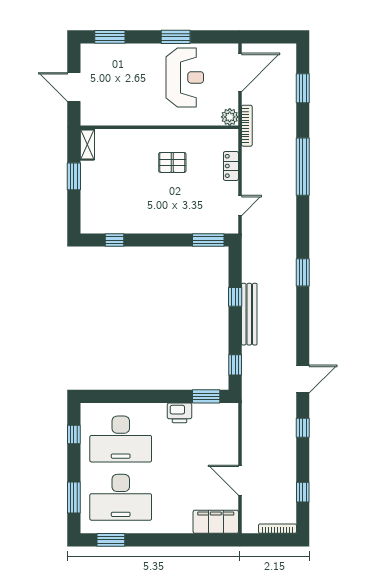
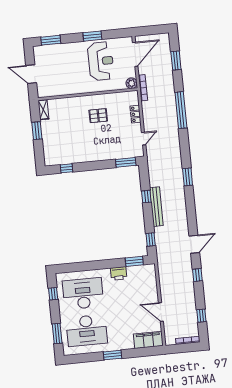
desk: (121, 439) -> (83, 294), turned 180
window: (111, 540) -> (112, 355), moved

